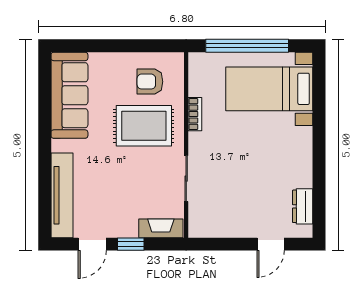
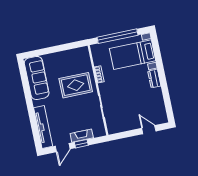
armchair: (150, 82) -> (74, 63), removed
dresser: (303, 206) -> (154, 78), moved
fireplace: (161, 228) -> (82, 136), moved
door: (271, 244) -> (149, 130), swing flipped

